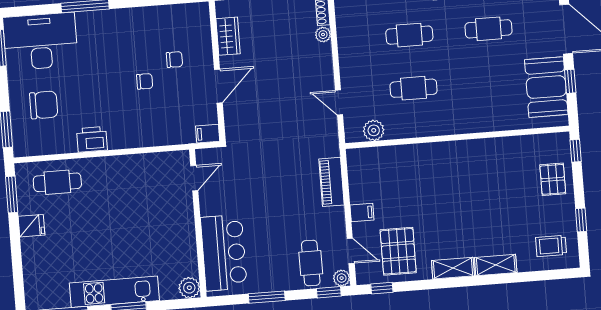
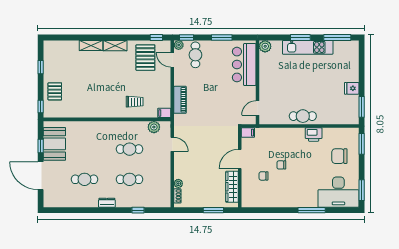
wardrobe: (228, 36) -> (232, 187), width x1.50
cafe table: (57, 182) -> (303, 116), moved
filing cabinet: (362, 213) -> (164, 113), moved
trolley: (551, 246) -> (135, 102), moved

